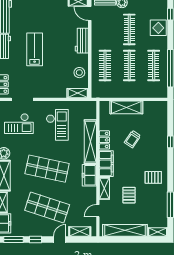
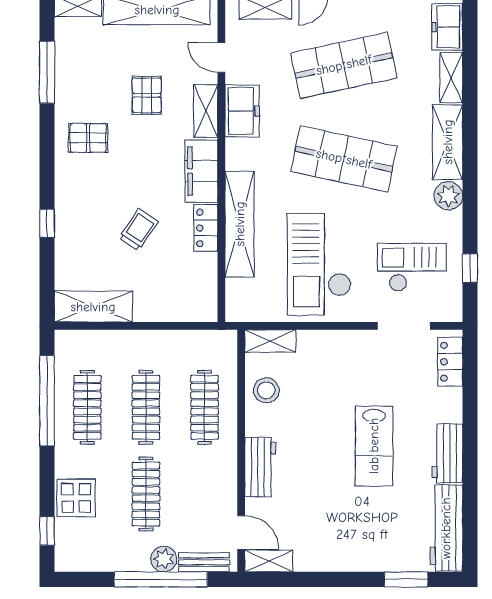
shelving: (126, 107) -> (93, 307), moved
checkout: (57, 125) -> (319, 264), width x1.36, depth x1.21
freezer: (89, 175) -> (242, 111), moved
shop shelf: (47, 207) -> (344, 65), turned -30
door: (98, 211) -> (221, 57), swing flipped

